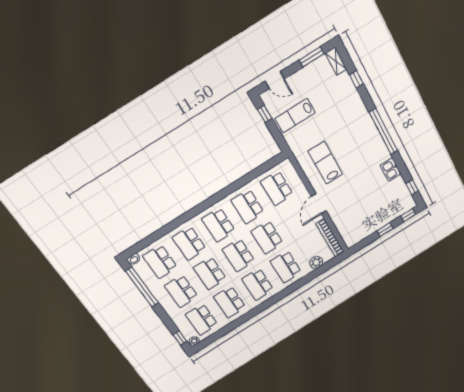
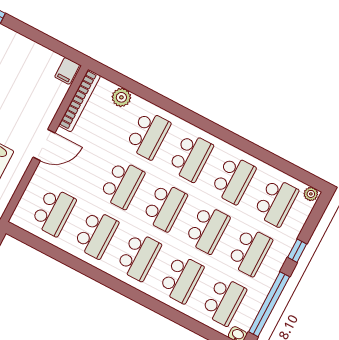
window: (385, 230) -> (29, 32), removed
filing cabinet: (351, 239) -> (67, 71), added
window: (180, 338) -> (297, 251), moved

